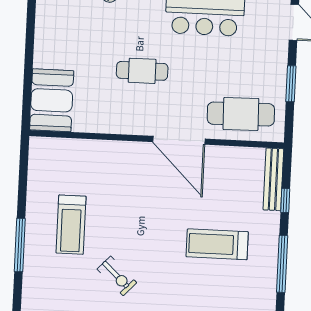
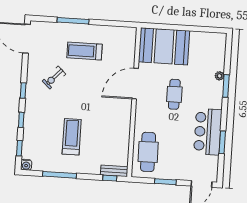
booth: (52, 100) -> (164, 46), width x1.36, depth x1.42
door: (179, 140) -> (135, 84), moved
bench: (273, 179) -> (114, 171), width x0.73
window: (285, 200) -> (110, 178), moved

